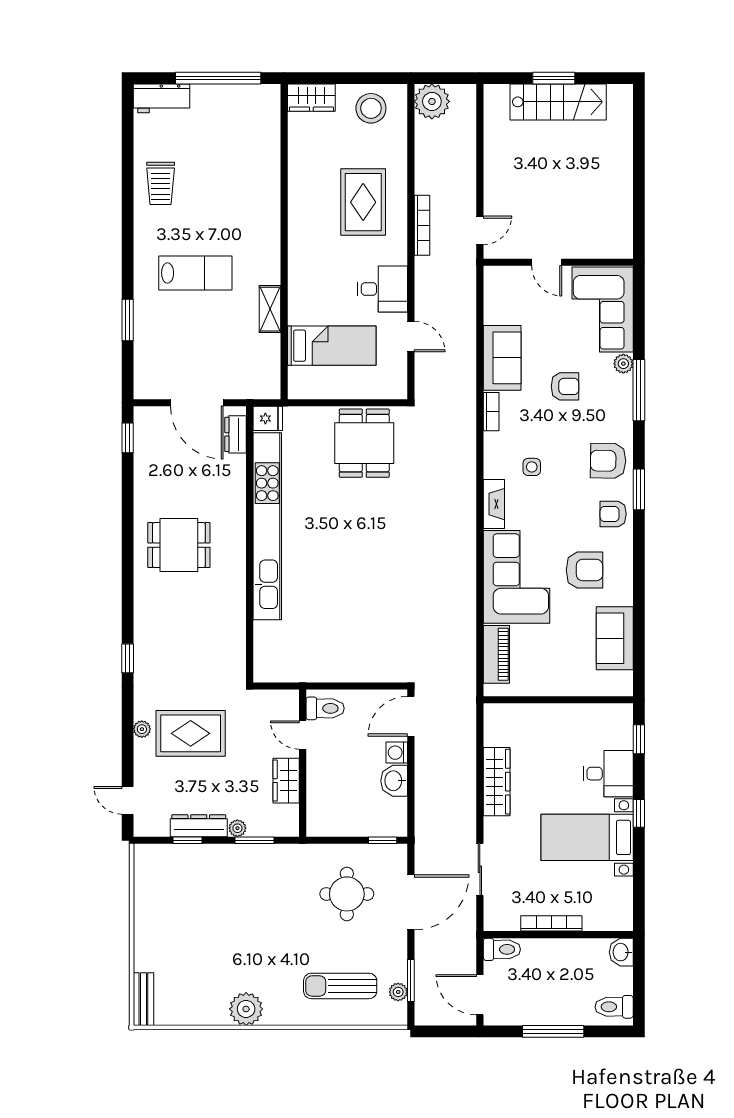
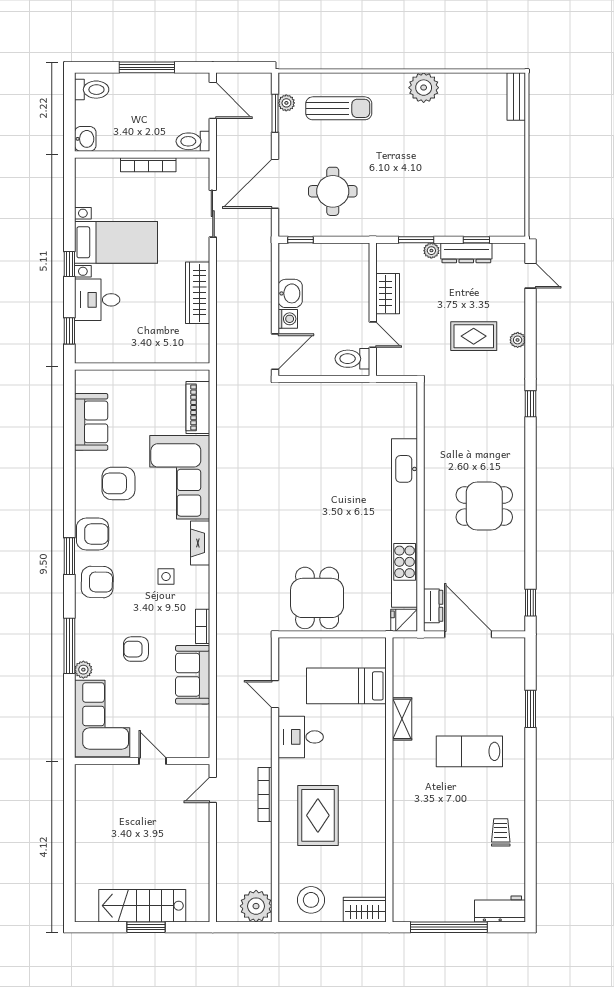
trolley: (161, 183) -> (501, 832), width x0.73, depth x0.72
armchair: (613, 514) -> (93, 534), width x1.38, depth x1.38
rug: (191, 733) -> (474, 336), width x0.73, depth x0.70

